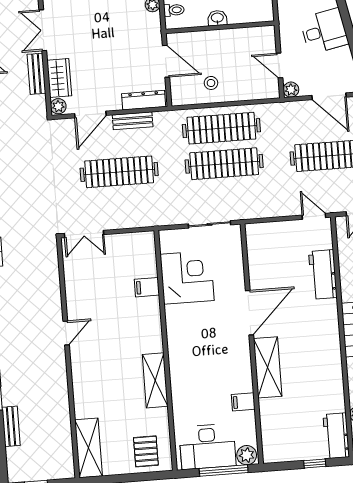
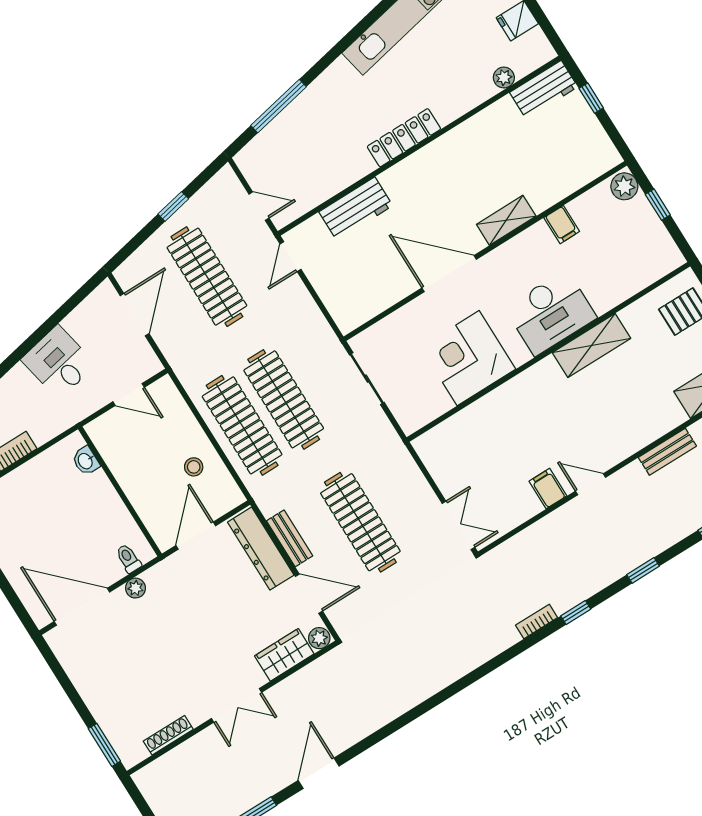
washbasin: (217, 18) -> (86, 461), moved
door: (280, 66) -> (129, 394), hinge flipped
bench: (36, 74) -> (667, 452), moved
plant: (291, 90) -> (151, 365), removed
dresser: (144, 100) -> (261, 549), width x1.37, depth x1.24
corner desk: (187, 277) -> (468, 358), moved
filing cabinet: (147, 287) -> (548, 489), moved, turned 180
shelving: (268, 367) -> (506, 220), width x0.67, depth x0.75
desk: (207, 447) -> (551, 313), moved, turned 90
window: (224, 471) -> (658, 205), width x0.46

